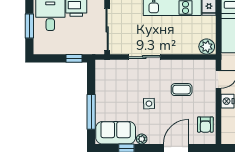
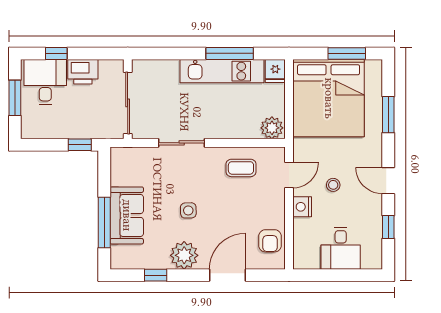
coffee table: (182, 90) -> (241, 168), moved
sofa: (116, 133) -> (127, 215), moved, turned 90
plant: (142, 139) -> (184, 255), width x1.88, depth x1.88

